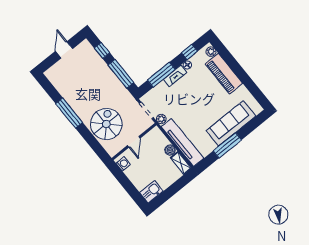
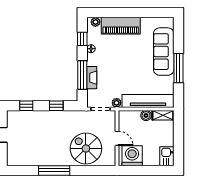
window: (121, 74) -> (56, 106), width x0.46
fireplace: (175, 76) -> (92, 78), moved
washing machine: (123, 164) -> (132, 156), width x1.89, depth x1.89

